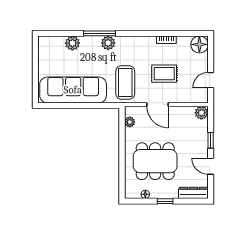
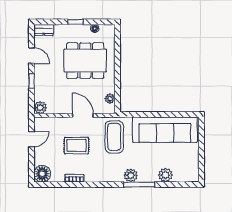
dresser: (193, 193) -> (44, 30), width x0.70

